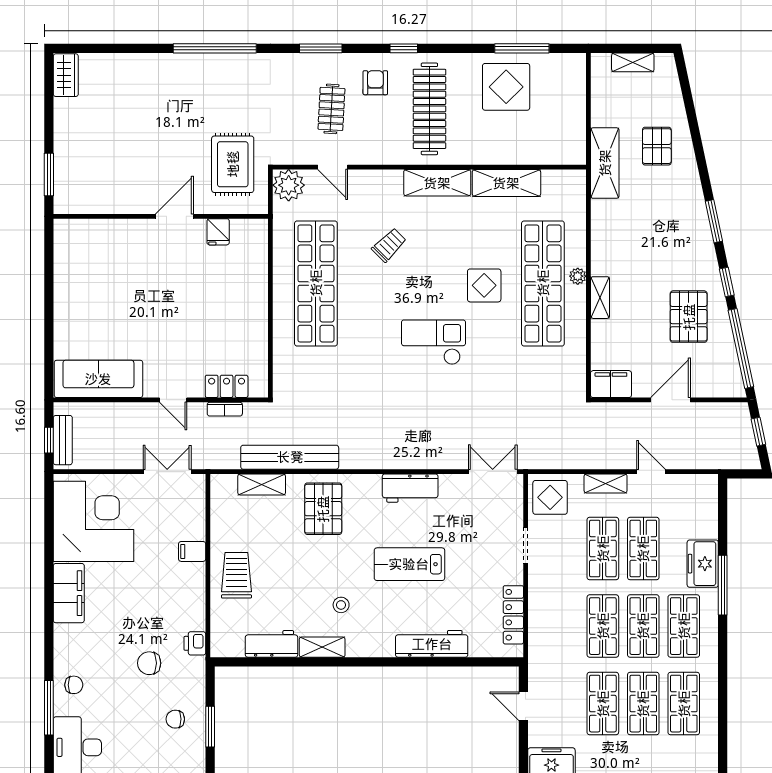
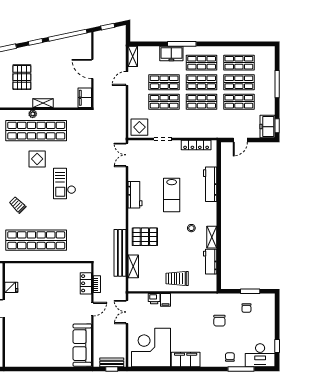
pallet: (689, 317) -> (22, 77), moved, turned 90
shelving: (606, 483) -> (133, 56), moved
printer: (195, 643) -> (154, 299), moved

